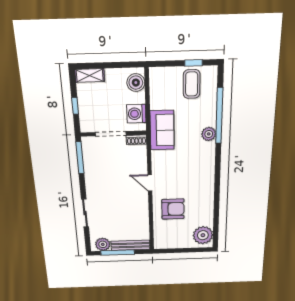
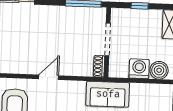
washing machine: (136, 114) -> (139, 69), moved

